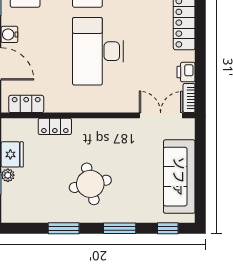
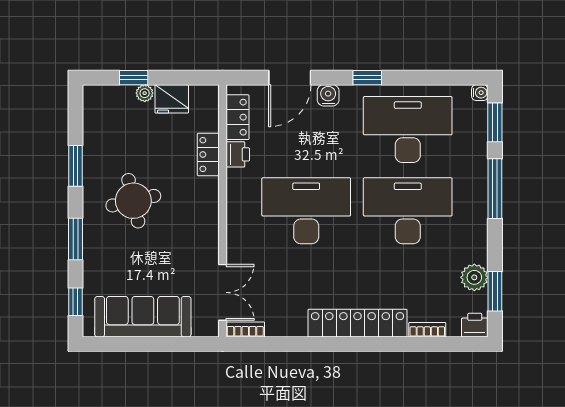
printer: (186, 72) -> (238, 154), moved, turned 90

